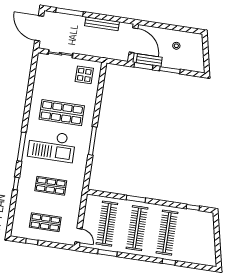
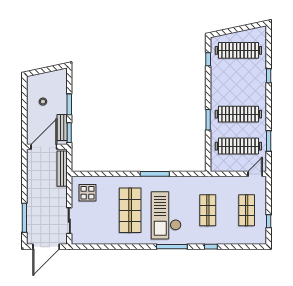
bench: (102, 24) -> (62, 169), moved
checkout: (52, 146) -> (166, 215), turned 180
clothes rail: (167, 233) -> (238, 50), moved

